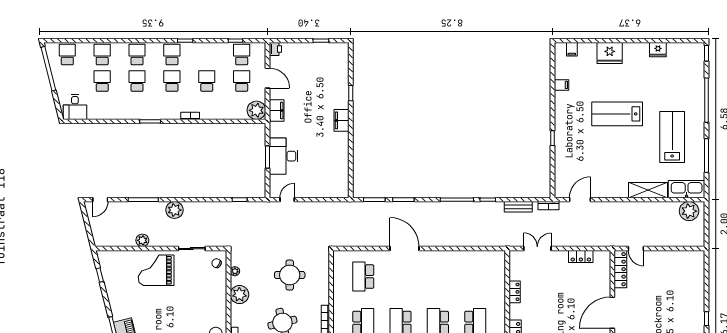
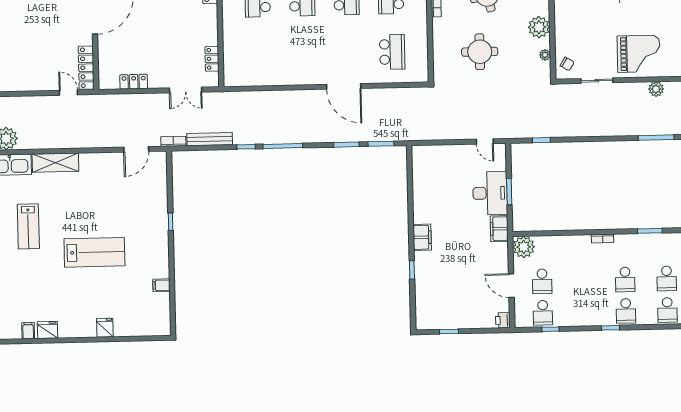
filing cabinet: (572, 49) -> (28, 331), moved
fridge: (610, 53) -> (105, 328), width x0.53, depth x0.75
school desk: (207, 81) -> (584, 280), removed
filing cabinet: (277, 110) -> (499, 229), moved
lab bench: (672, 137) -> (28, 226), width x0.73, depth x0.72
door: (287, 200) -> (485, 141), hinge flipped
bench: (518, 207) -> (210, 139), width x1.36
plant: (174, 210) -> (619, 126), removed
locker: (515, 292) -> (212, 59), moved

